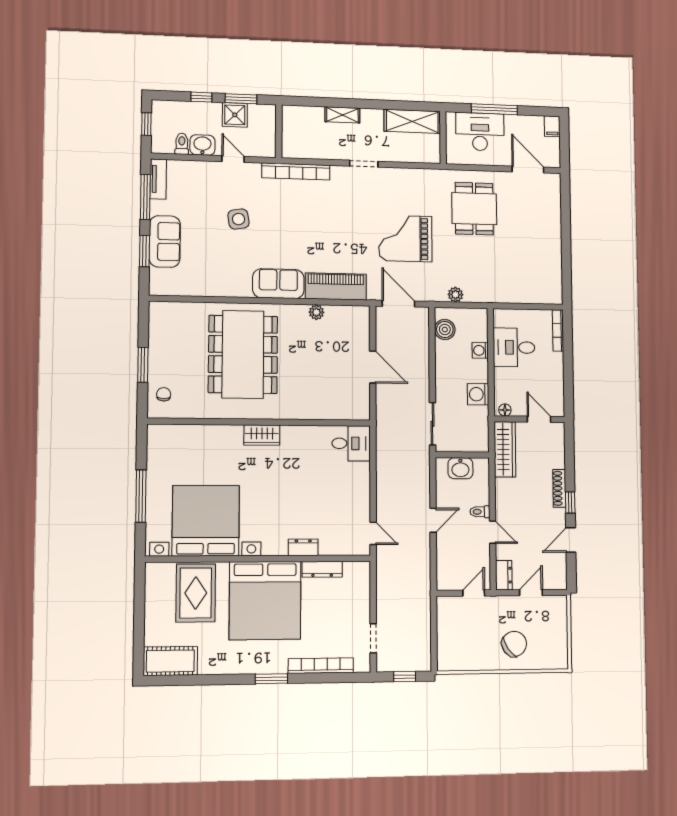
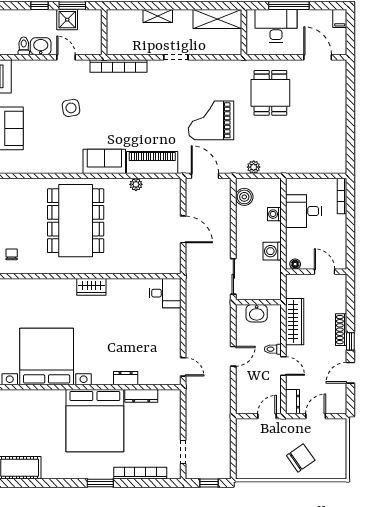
wardrobe: (505, 449) -> (295, 322), moved
rug: (196, 593) -> (39, 414), removed

